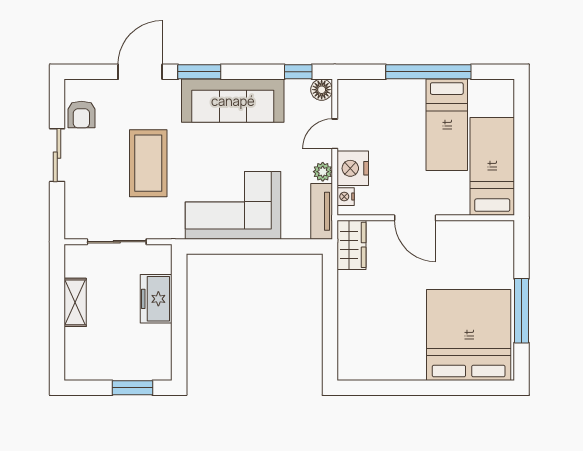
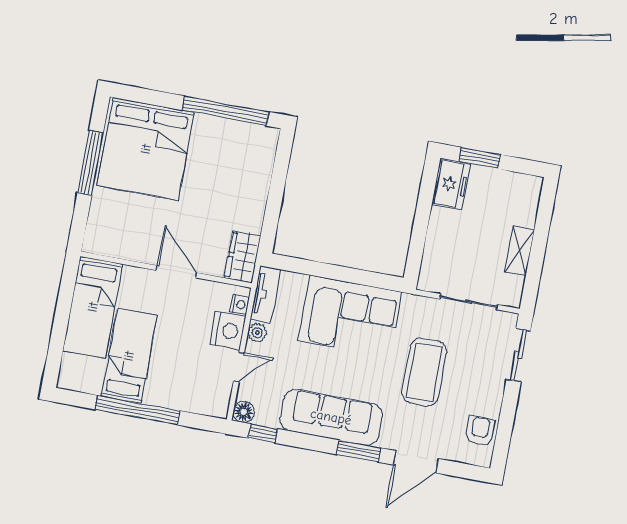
sliding door: (57, 155) -> (518, 355), moved
freezer: (156, 299) -> (451, 184), moved
window: (396, 388) -> (225, 111), added

